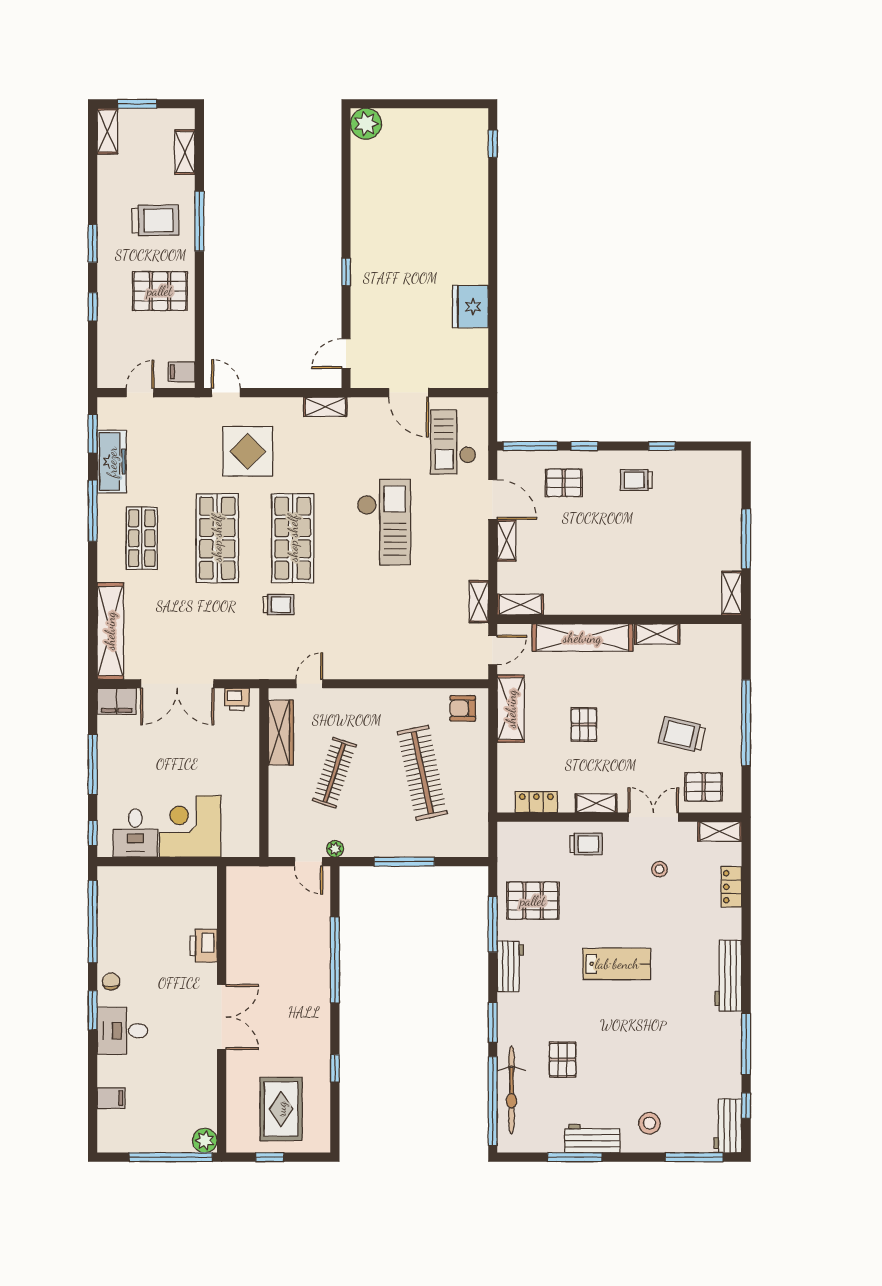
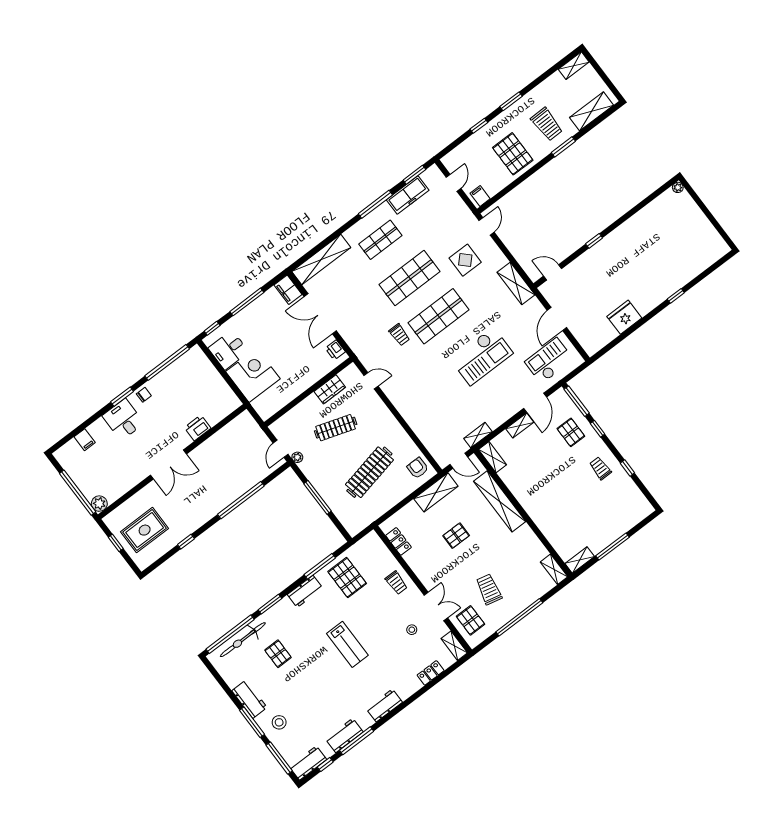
window: (137, 104) -> (599, 70), removed
plant: (366, 124) -> (678, 187), width x0.53, depth x0.53
window: (493, 144) -> (676, 296), moved
shelving: (185, 152) -> (591, 111), width x1.50, depth x1.33
window: (199, 221) -> (563, 147), width x0.69
door: (140, 393) -> (453, 183), hinge flipped
shelving: (325, 407) -> (516, 283), width x1.50, depth x1.33
display table: (248, 451) -> (465, 260), width x0.73, depth x0.73
shelving: (657, 634) -> (554, 569), moved
wardrobe: (281, 733) -> (330, 389), width x0.67
shelving: (596, 803) -> (421, 572), removed
workbench: (728, 976) -> (384, 706), width x0.73
workbench: (728, 1054) -> (344, 735), added
pallet: (563, 1060) -> (278, 654), turned 90
window: (575, 1157) -> (252, 722), moved

